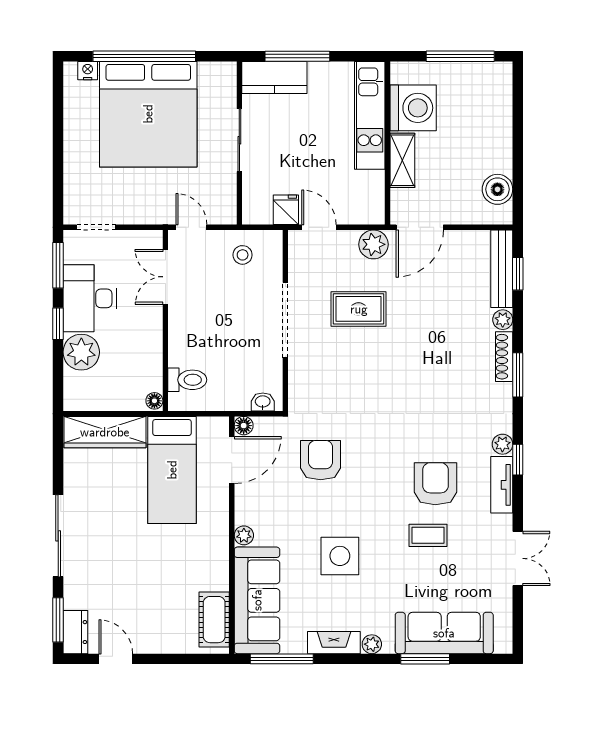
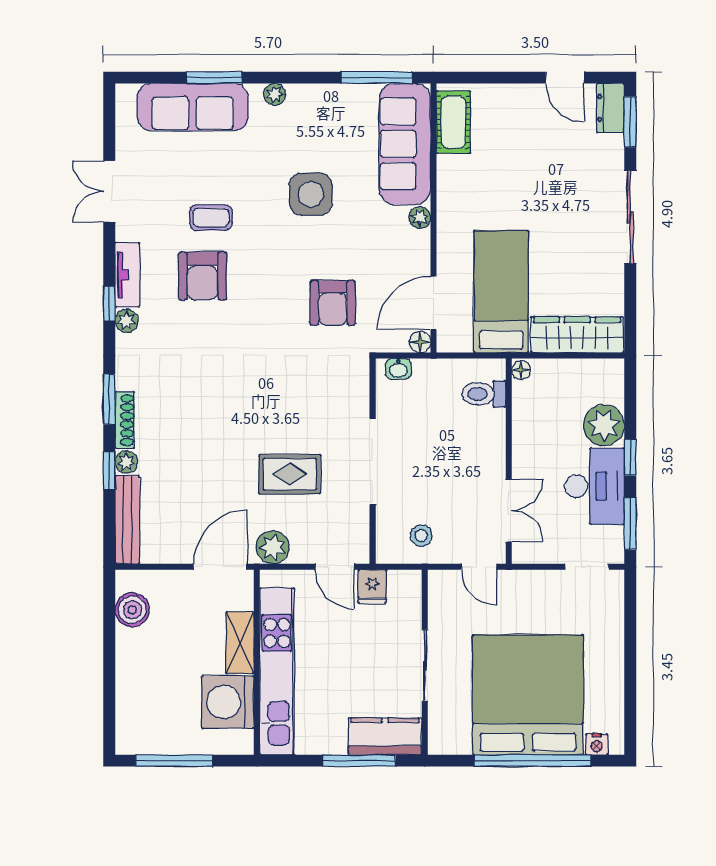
kitchen unit: (370, 115) -> (277, 671), width x1.36
window: (518, 274) -> (109, 470), moved
fireplace: (334, 643) -> (318, 96), removed

